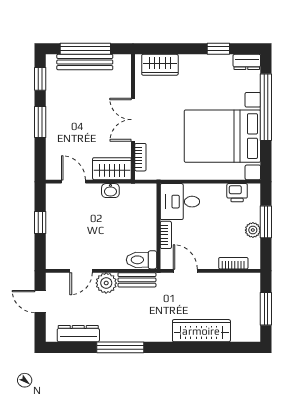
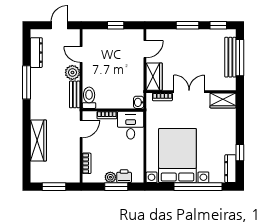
dresser: (247, 62) -> (230, 169), width x1.44
wardrobe: (160, 65) -> (223, 100), moved, turned -90
washbasin: (110, 191) -> (139, 102), moved
printer: (237, 193) -> (124, 176), moved, turned 90

